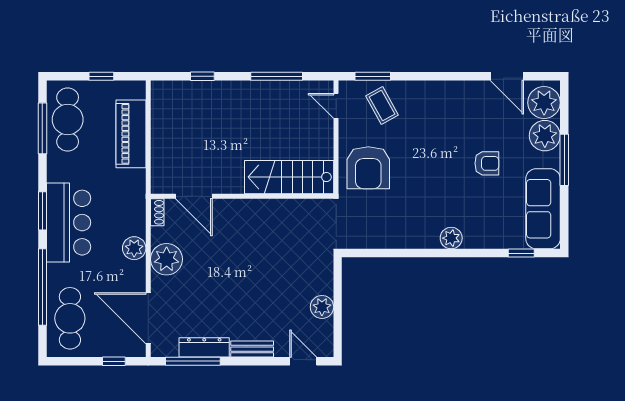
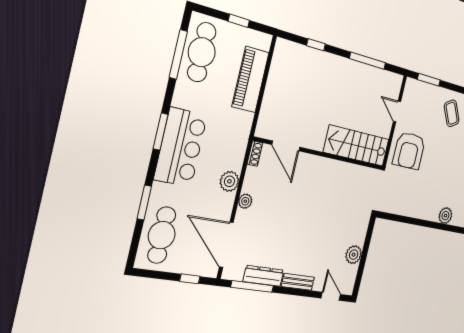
coffee table: (382, 105) -> (452, 113), moved
door: (336, 106) -> (397, 111), moved
plant: (167, 259) -> (245, 201), width x0.53, depth x0.53
window: (42, 287) -> (144, 202), width x0.47

